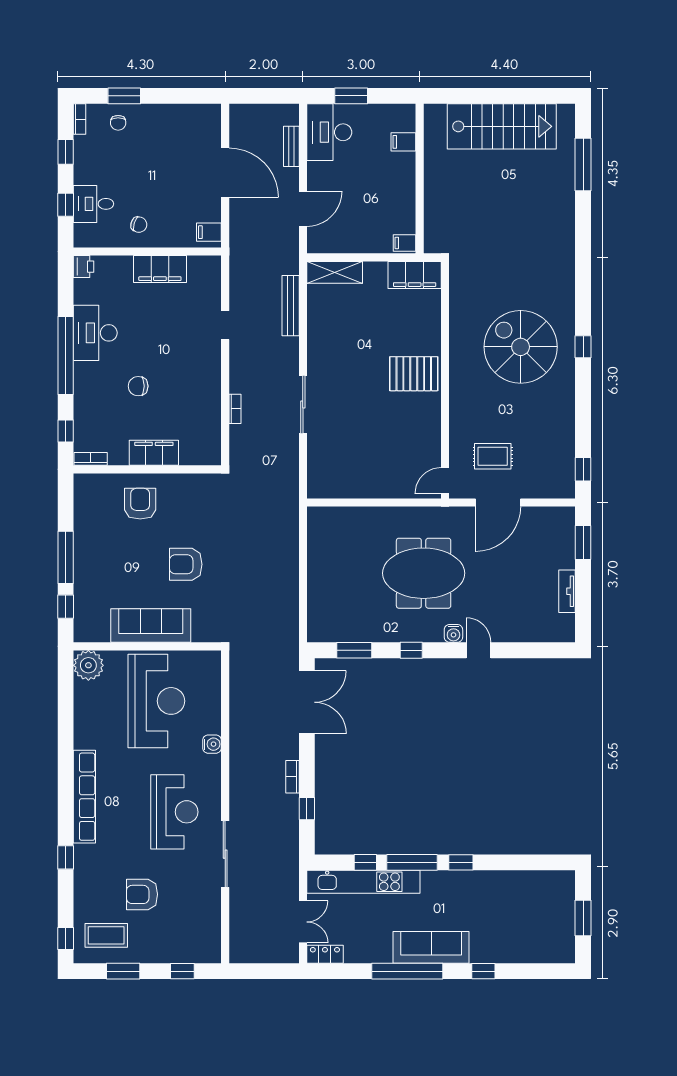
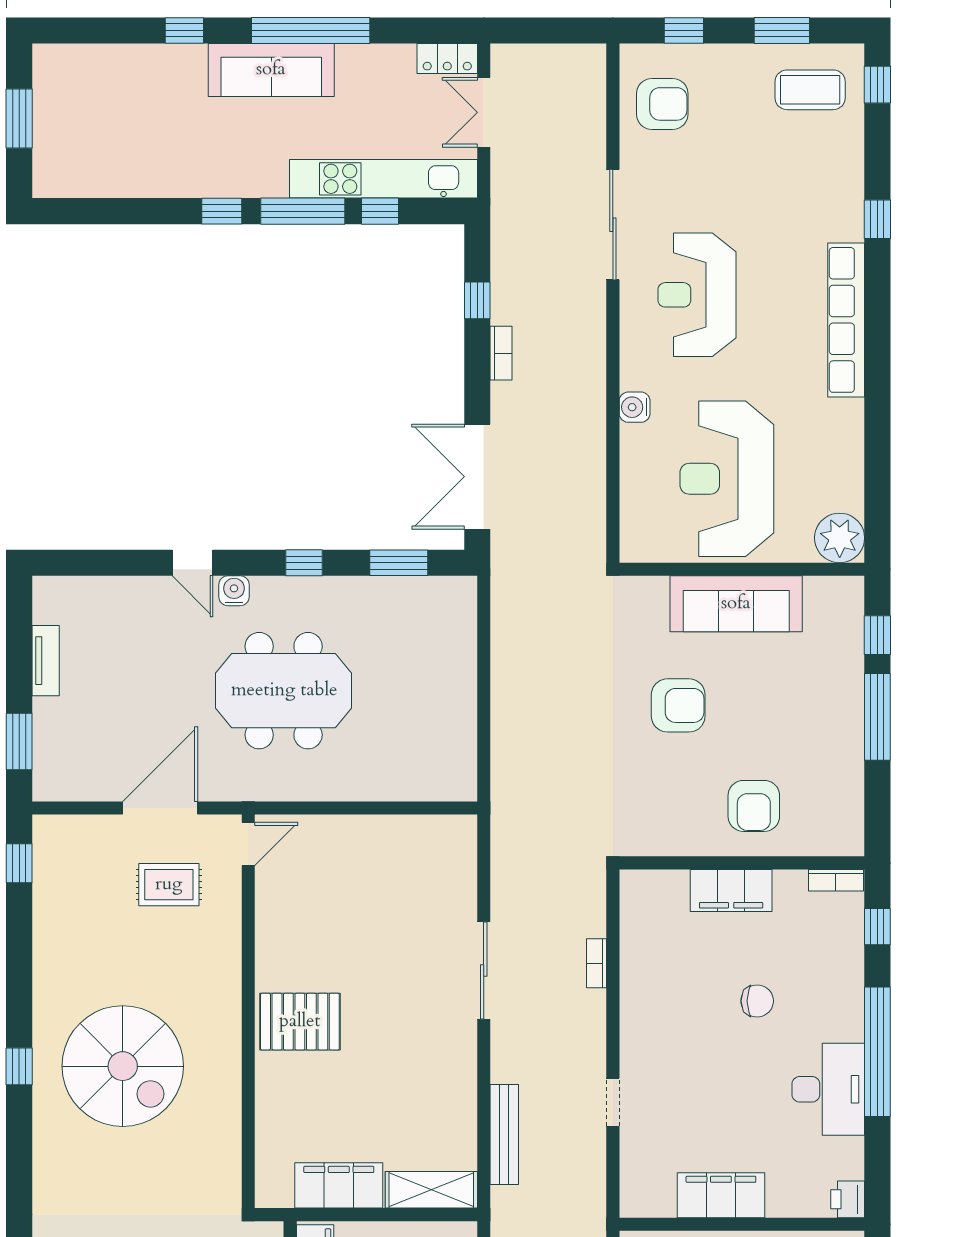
filing cabinet: (415, 275) -> (339, 1185), moved
armchair: (142, 894) -> (662, 104), moved

